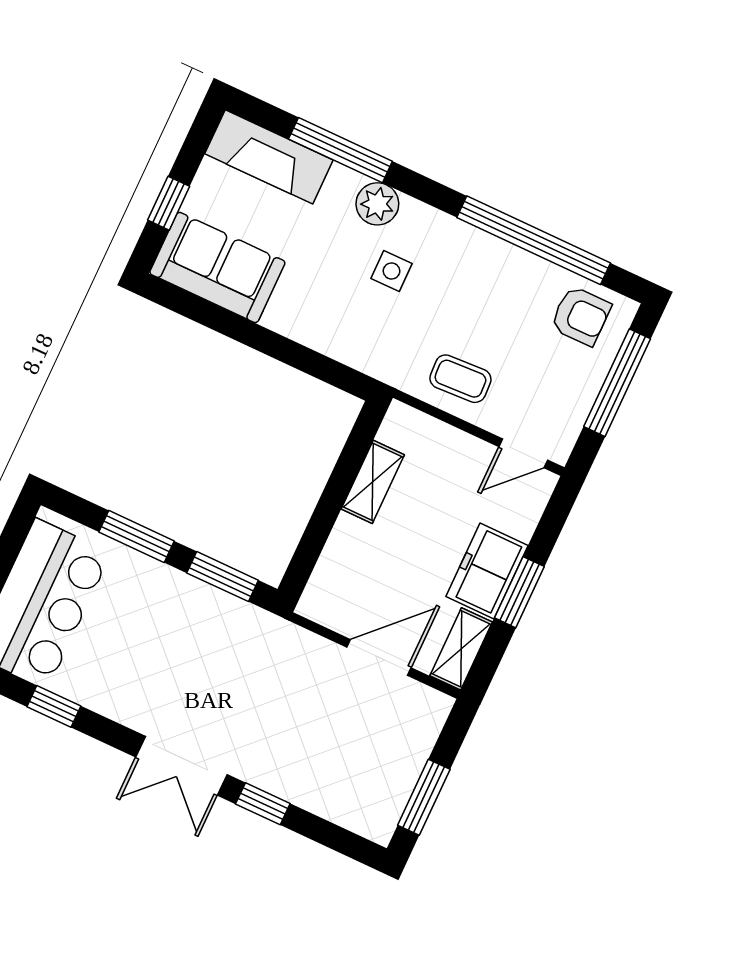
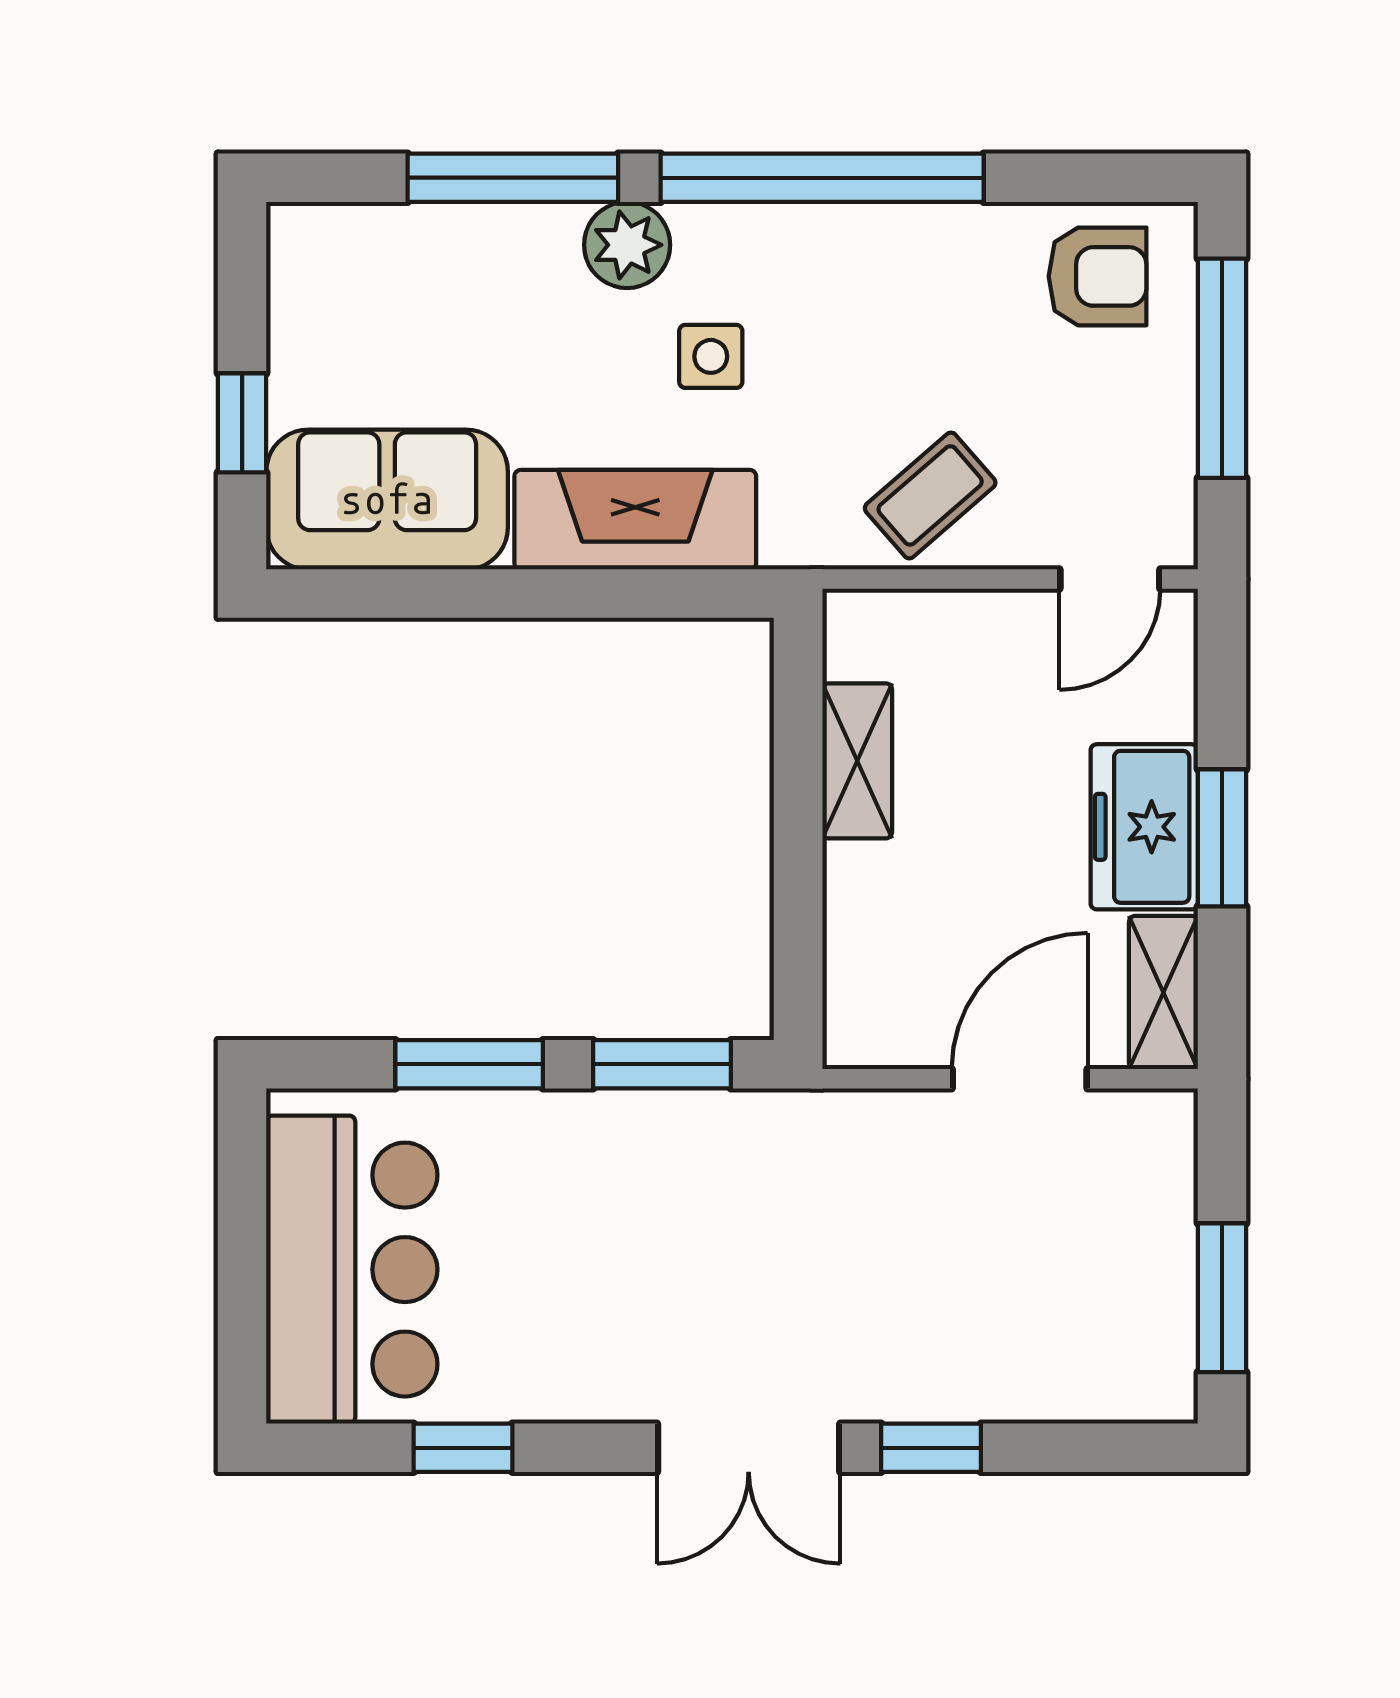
fireplace: (269, 157) -> (635, 520), moved, turned 180
window: (534, 240) -> (822, 178), moved
coffee table: (460, 379) -> (930, 495), turned -38

